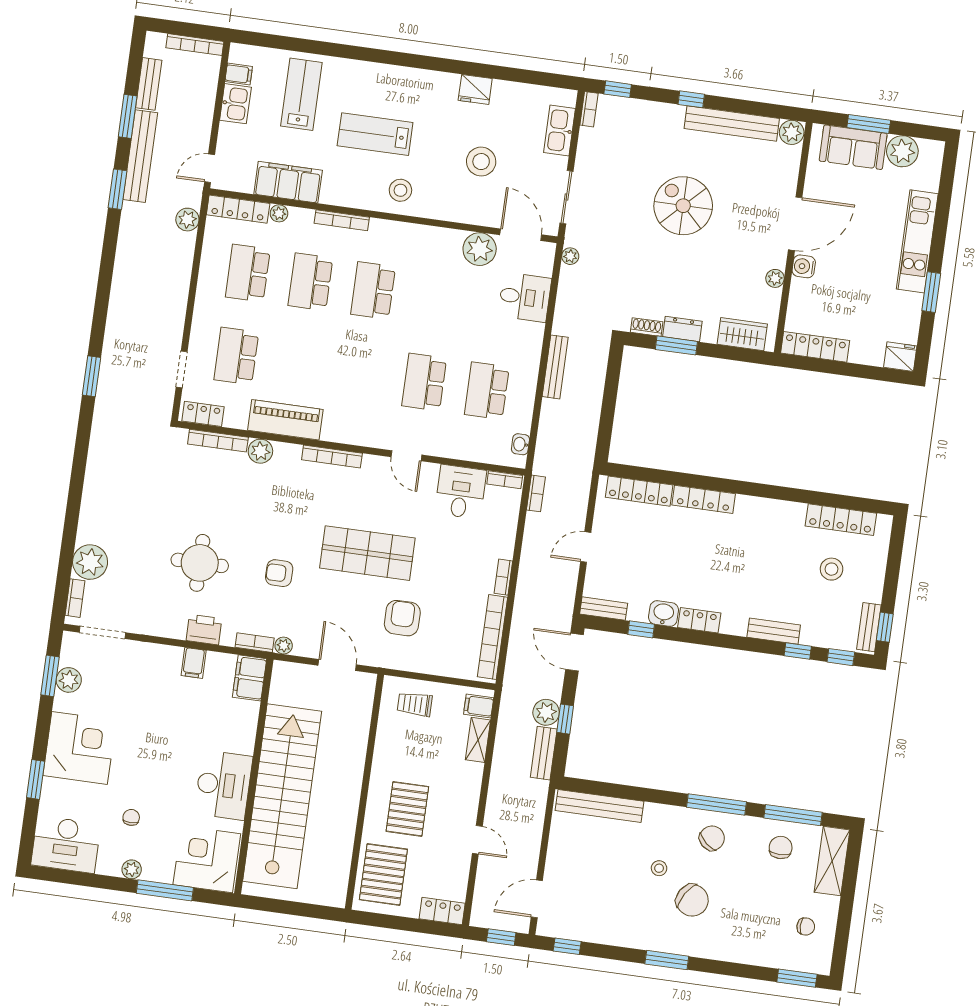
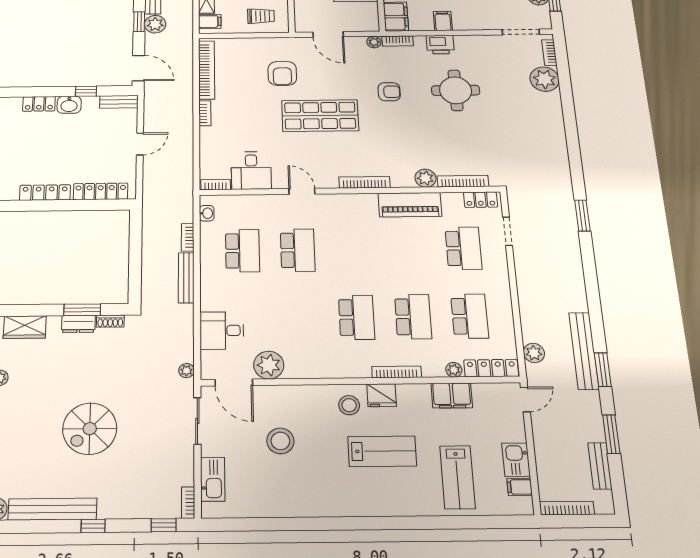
fridge: (475, 89) -> (382, 395), moved, turned 180
bench: (140, 156) -> (584, 351), moved
filing cabinet: (288, 182) -> (452, 396), width x0.67, depth x0.86
spiral stairs: (683, 206) -> (90, 429), turned 90
bookcase: (536, 493) -> (188, 237), moved

